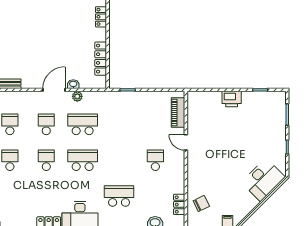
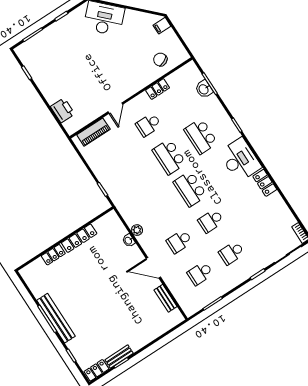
locker: (101, 59) -> (79, 238), moved
door: (54, 90) -> (153, 268), moved
printer: (232, 99) -> (63, 110), moved
school desk: (83, 124) -> (169, 157), moved
locker: (179, 204) -> (158, 89), moved

